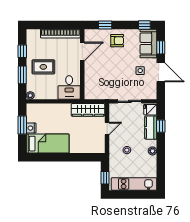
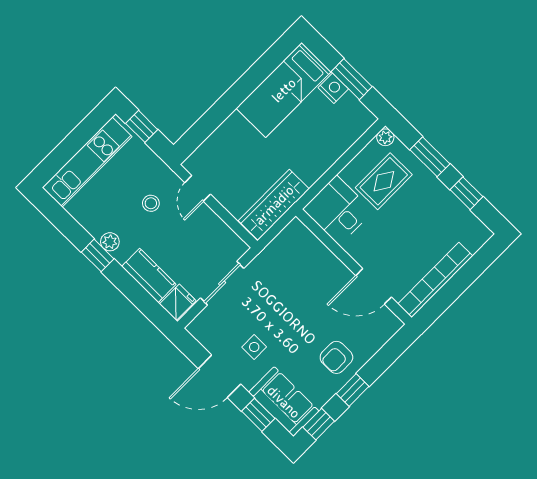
window: (105, 25) -> (353, 390), moved
door: (82, 51) -> (374, 286), hinge flipped
rug: (43, 67) -> (384, 181), moved
window: (161, 126) -> (98, 255), moved
door: (107, 128) -> (198, 188), moved

